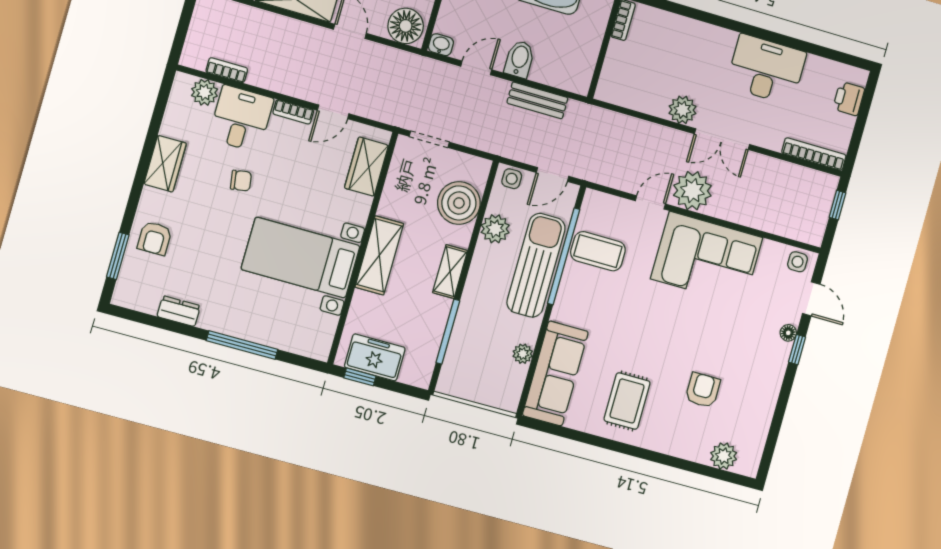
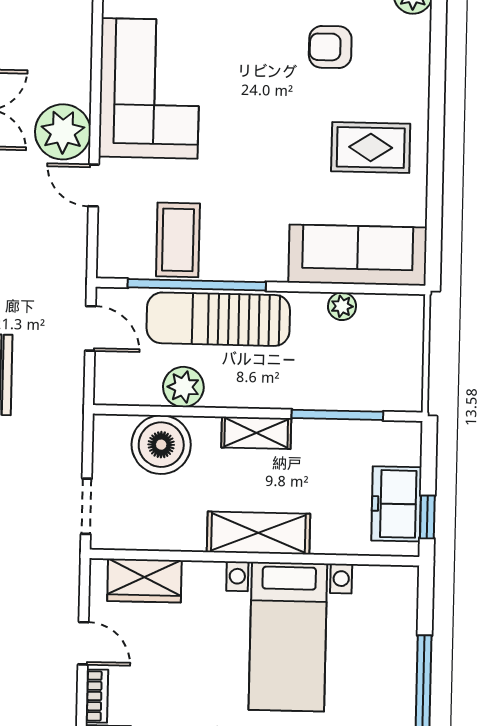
side table: (512, 179) -> (110, 382), removed

